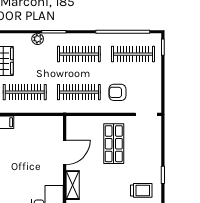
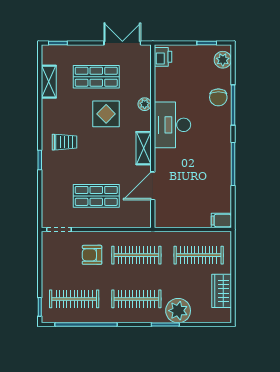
plant: (38, 39) -> (178, 311), width x1.88, depth x1.88
armchair: (117, 92) -> (92, 255), turned 180
shop shelf: (114, 144) -> (96, 196), turned 90
trolley: (141, 190) -> (65, 142), turned 180

